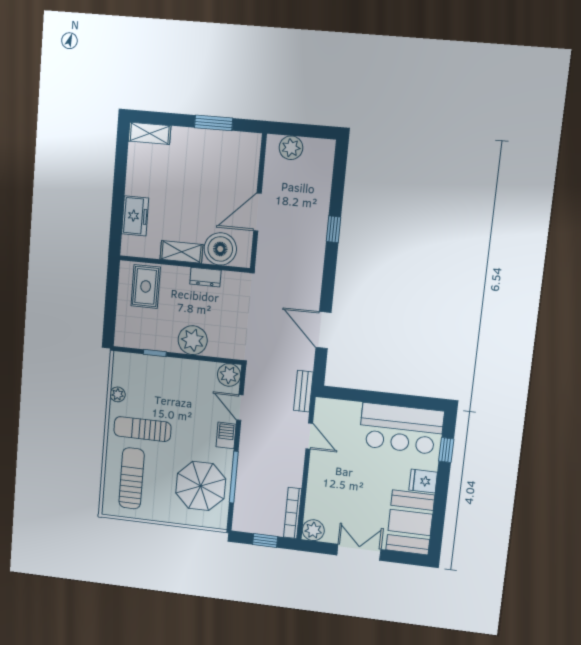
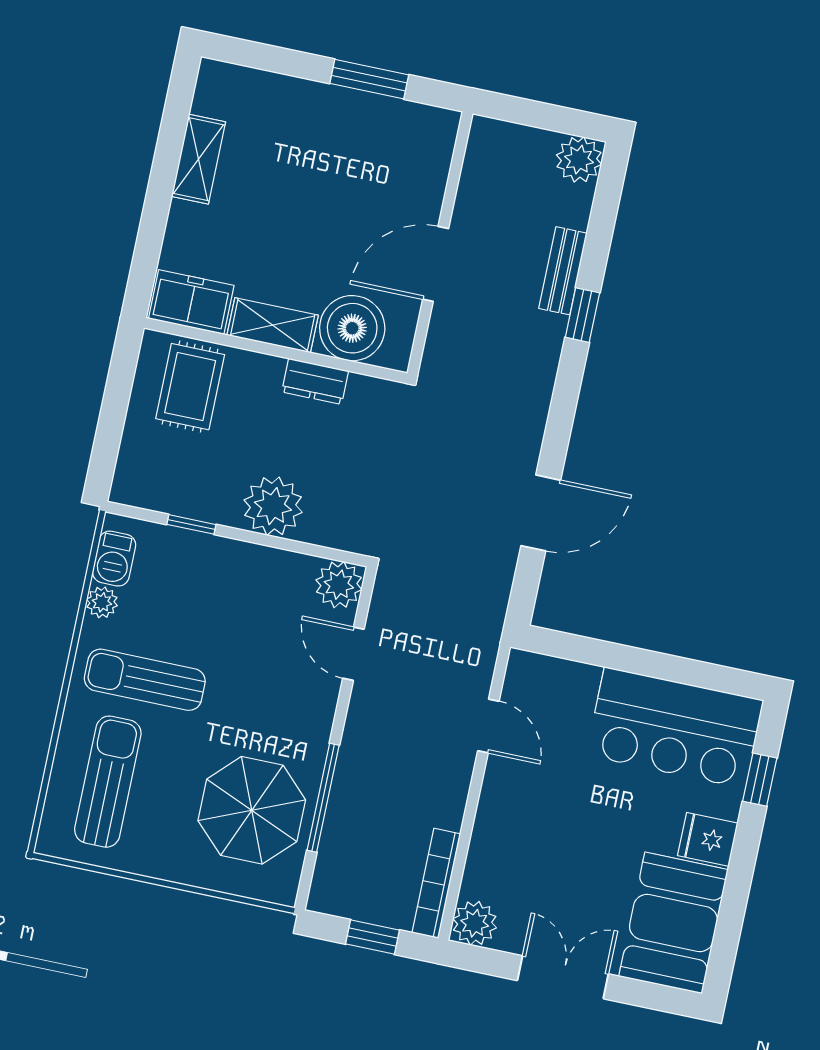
shelving: (150, 133) -> (199, 159), moved, turned 90
plant: (291, 148) -> (579, 160), moved
freezer: (135, 216) -> (191, 302), moved, turned -90
door: (323, 330) -> (541, 513), swing flipped
bench: (303, 391) -> (563, 271), moved
barbecue: (226, 435) -> (114, 559), moved, turned 180

